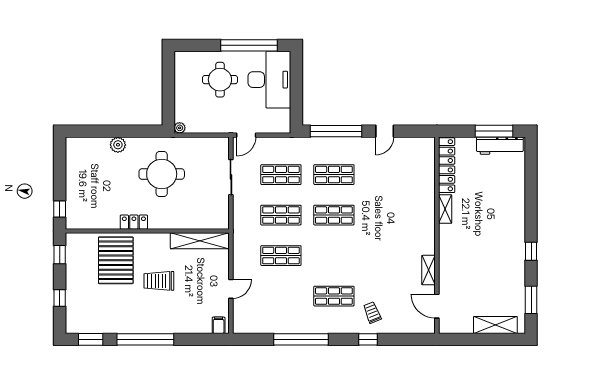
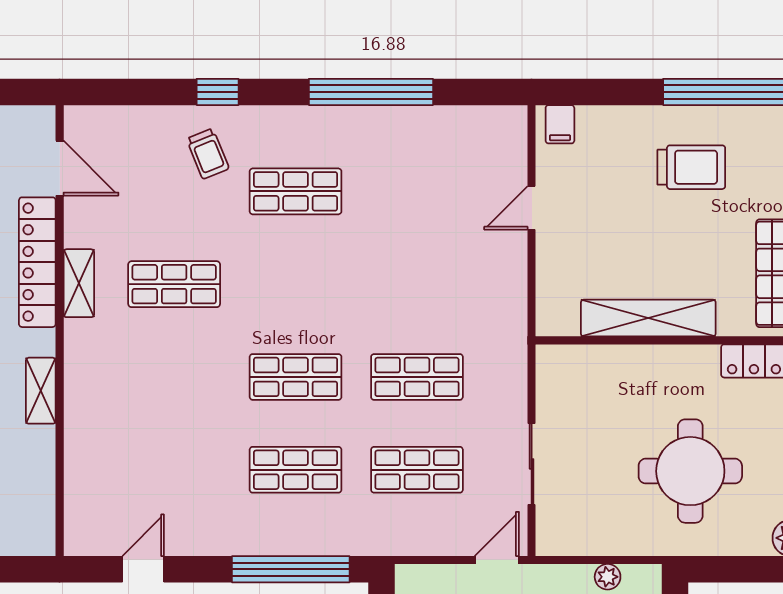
plant: (180, 128) -> (608, 577), moved
door: (385, 131) -> (143, 569), moved
locker: (447, 165) -> (37, 262), moved
shelving: (200, 241) -> (648, 318), moved
shop shelf: (281, 256) -> (174, 284), moved
shelving: (429, 270) -> (79, 283), moved
trolley: (159, 281) -> (691, 167), moved

